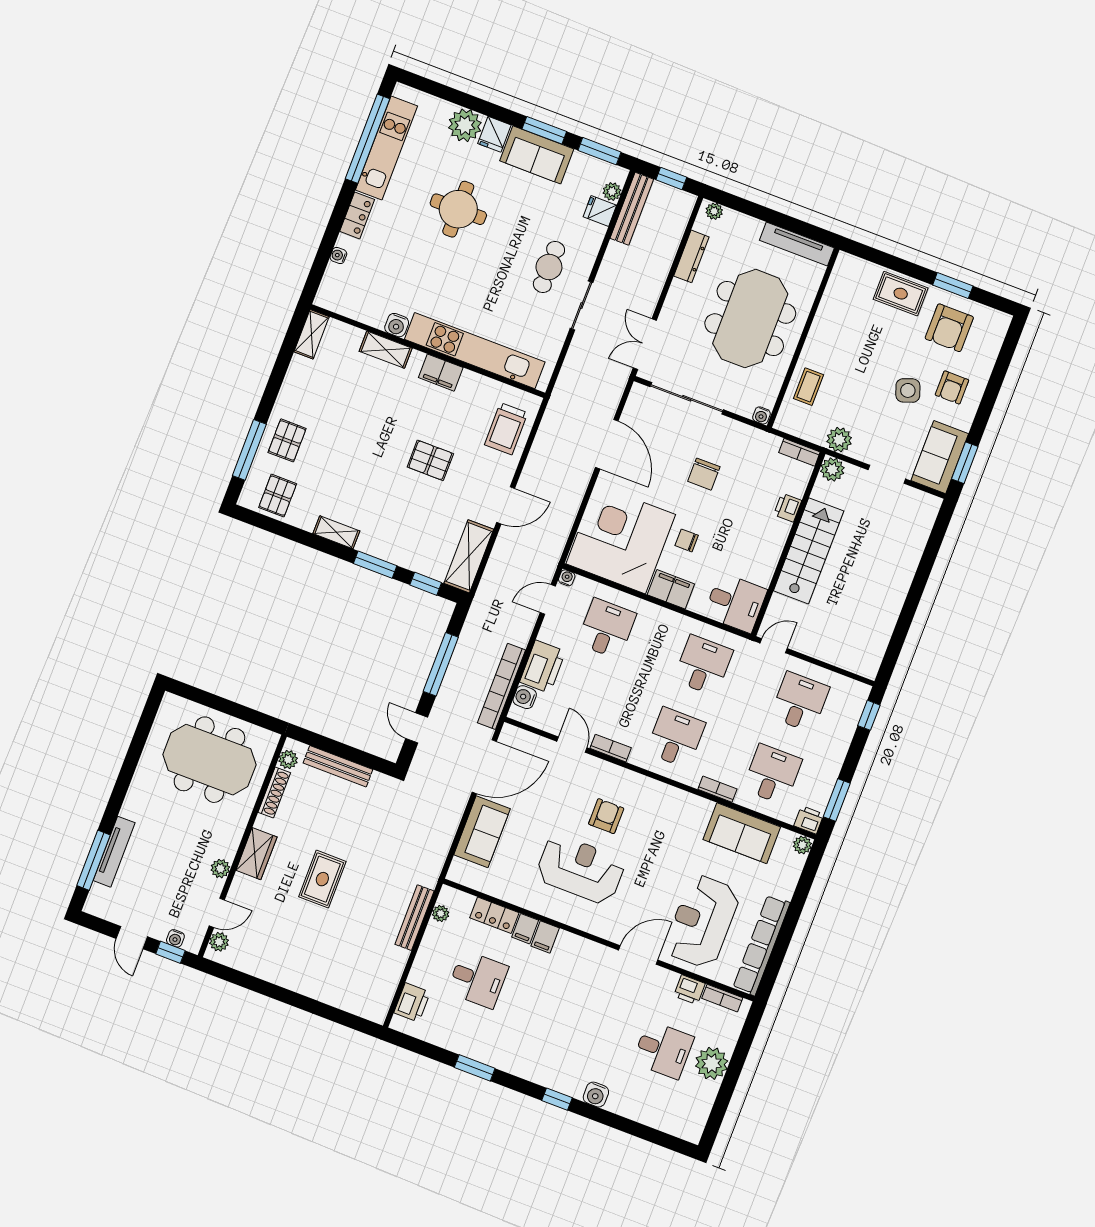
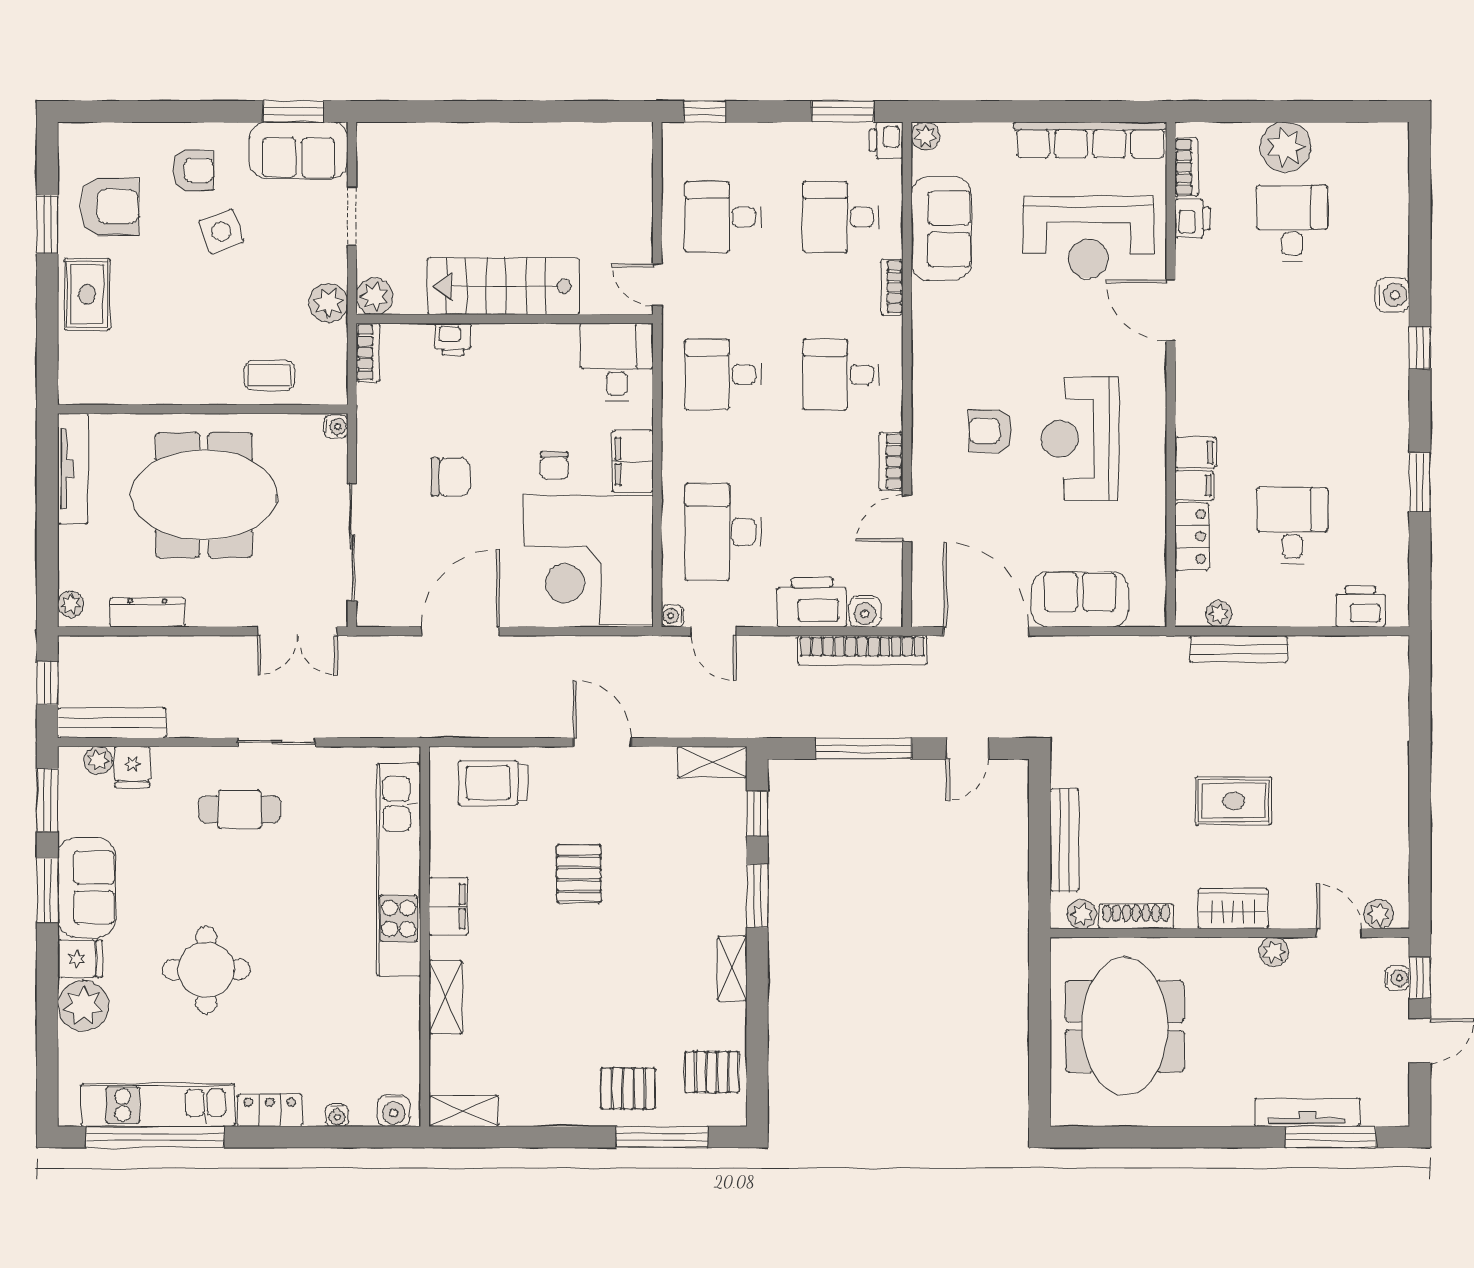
water cooler: (397, 325) -> (394, 1111), moved, turned 90
trolley: (506, 429) -> (493, 783), turned 180
shelving: (469, 556) -> (712, 762), width x0.67, depth x0.75
desk: (607, 629) -> (723, 532), width x1.37

